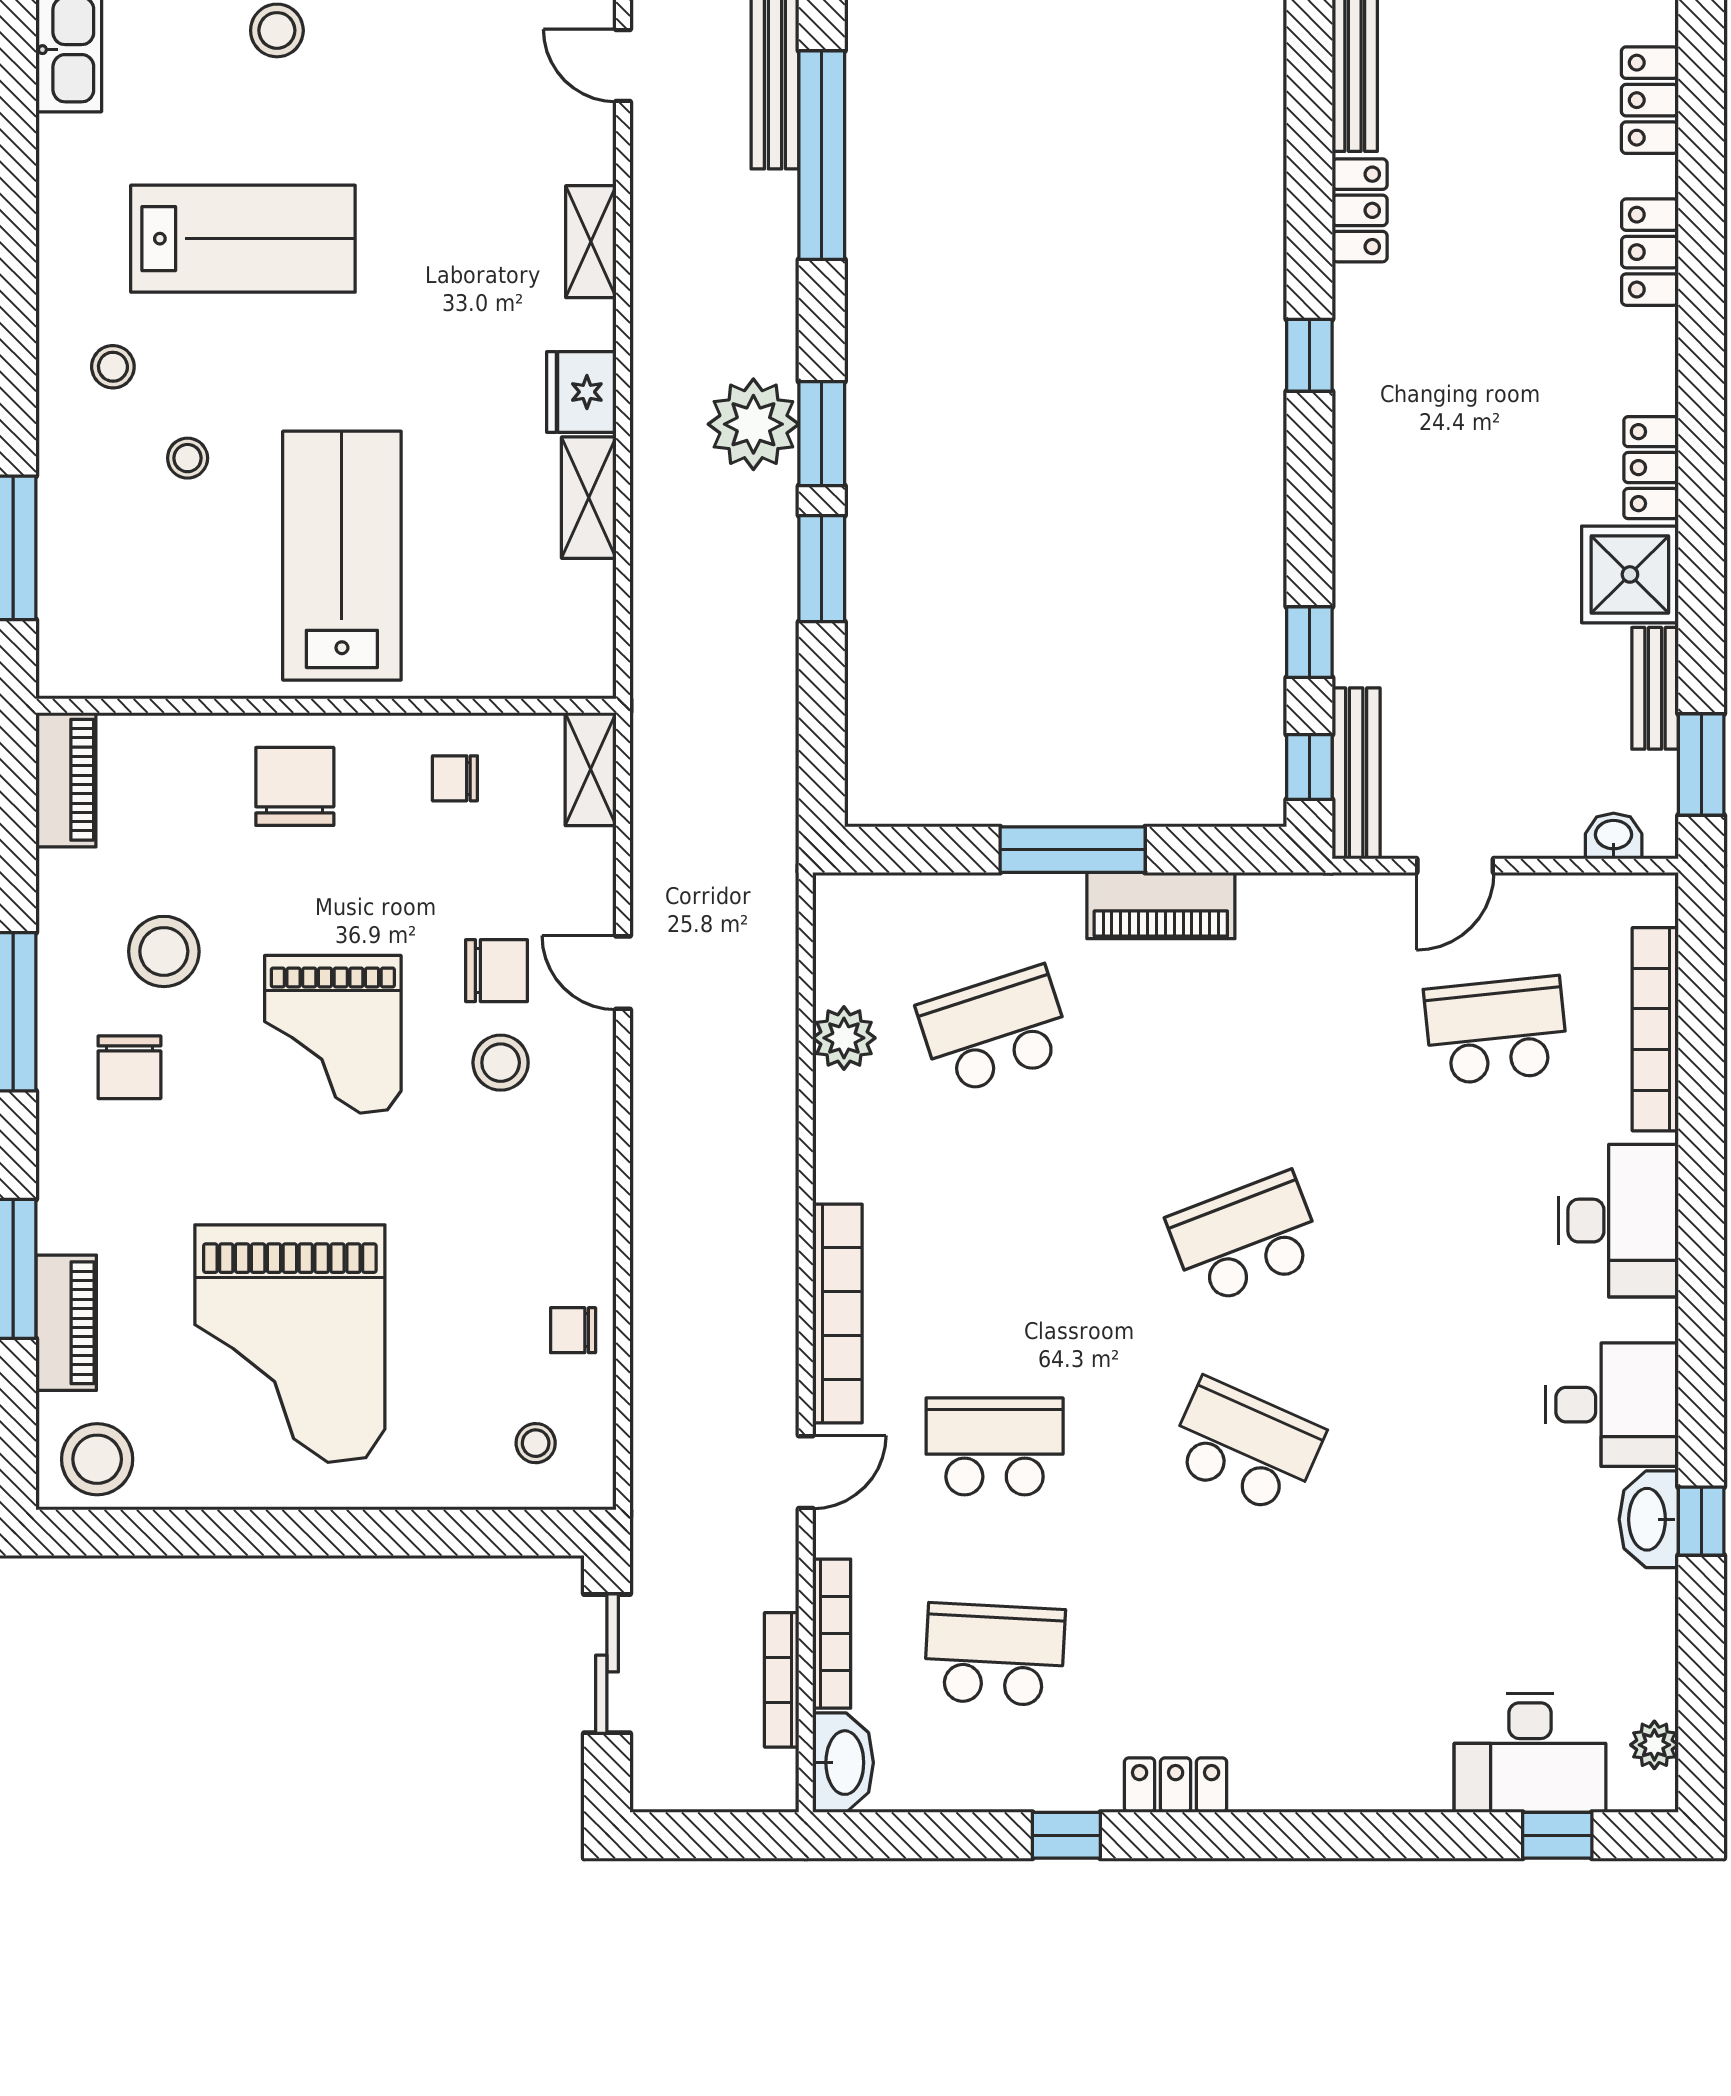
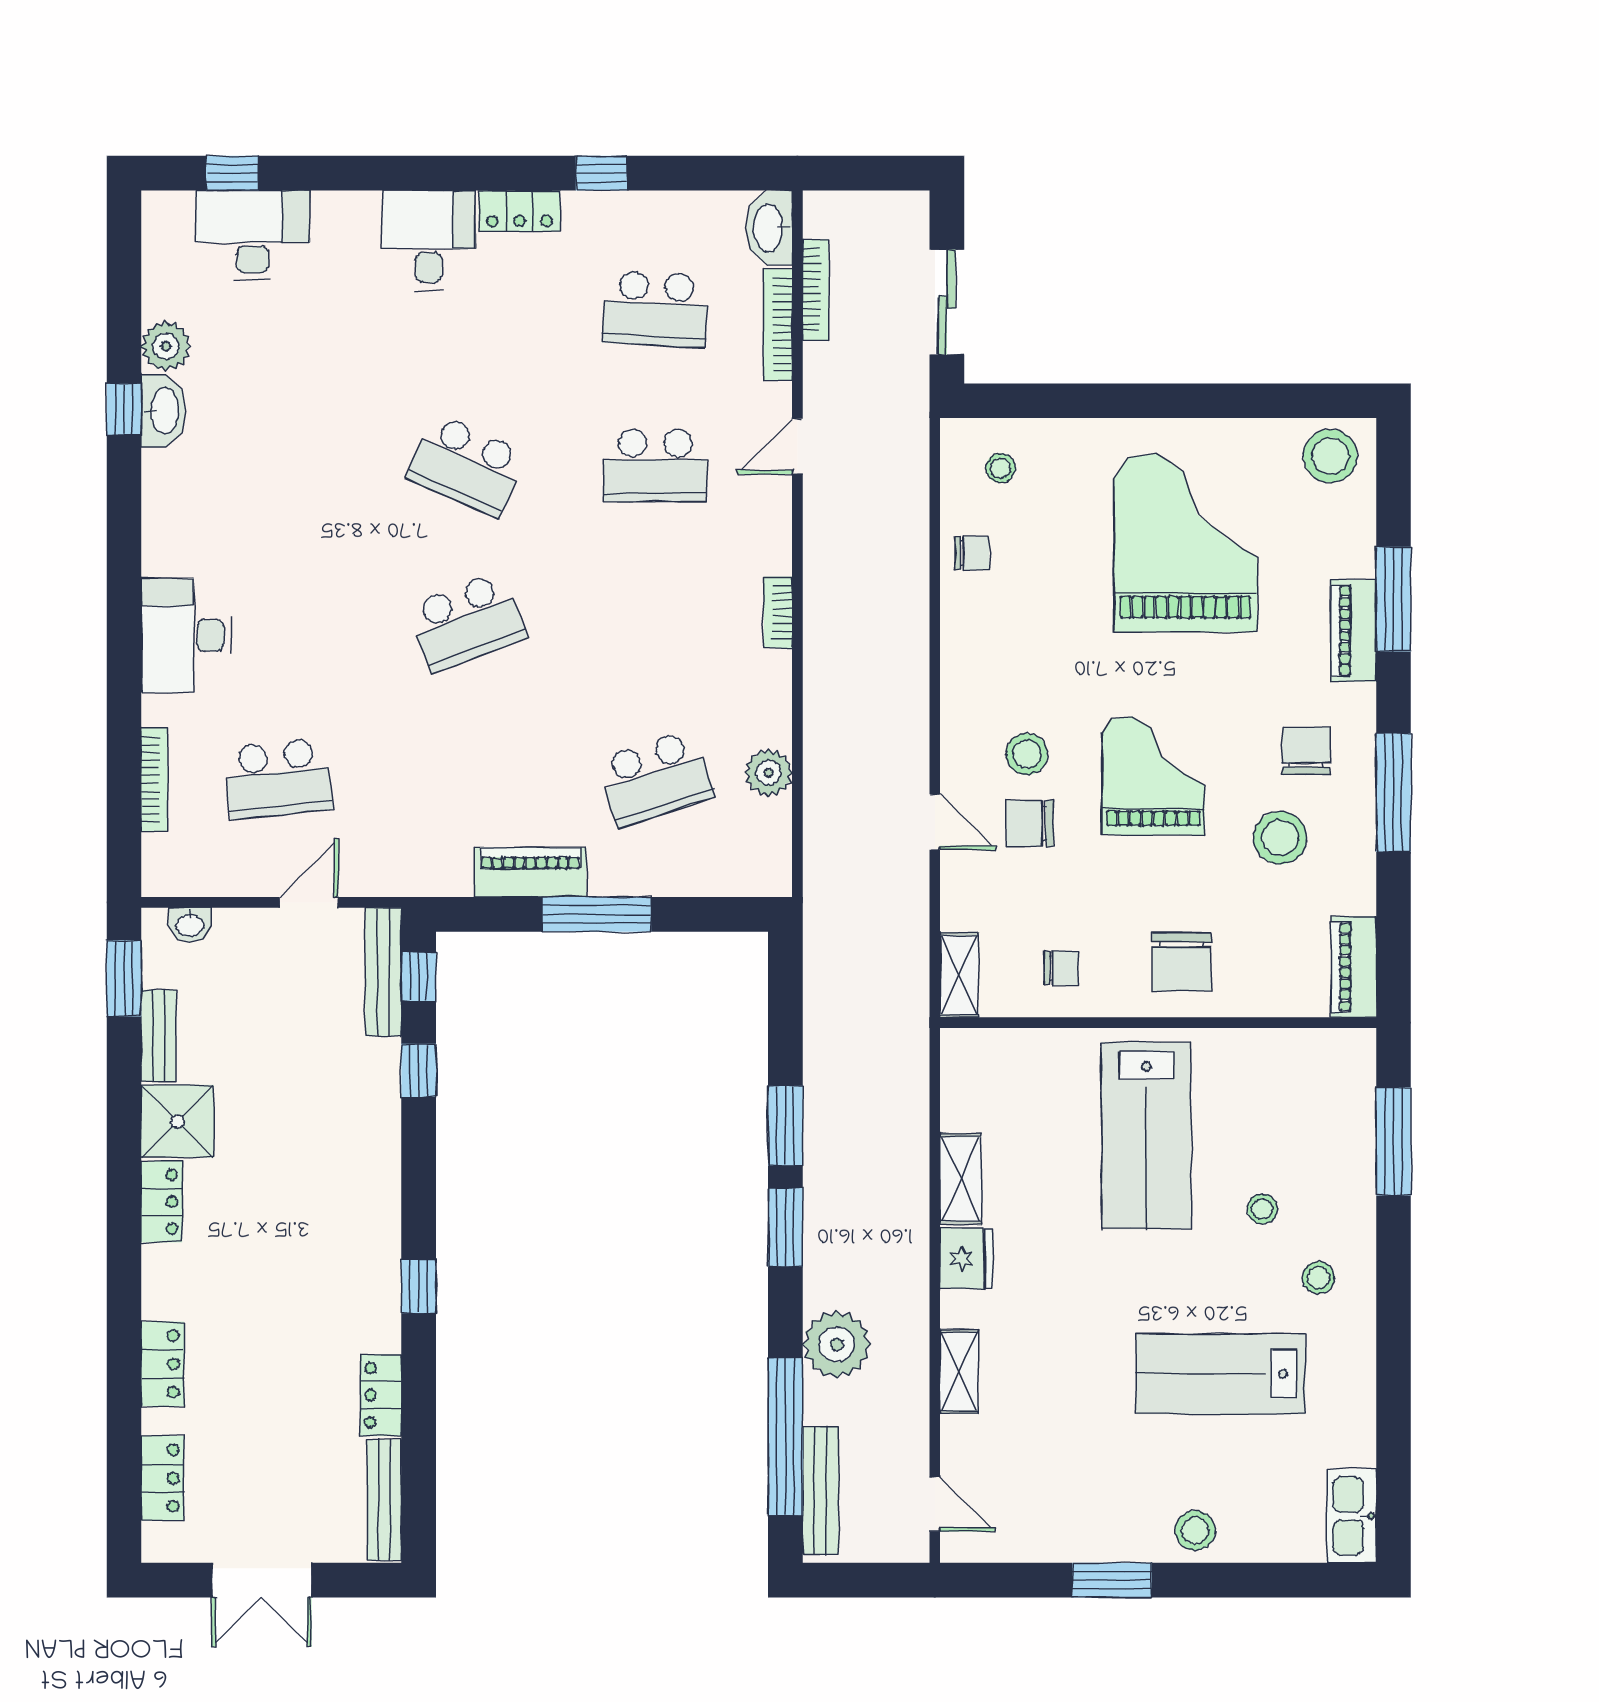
plant: (753, 424) -> (837, 1344), moved
bookcase: (1655, 1029) -> (154, 779), width x0.68, depth x0.76
bookcase: (837, 1313) -> (778, 612), width x0.43, depth x0.76
piano: (66, 1323) -> (1354, 631), moved
desk: (1612, 1405) -> (429, 240), moved, turned 90
plant: (1654, 1745) -> (166, 346), moved, width x1.38, depth x1.38

